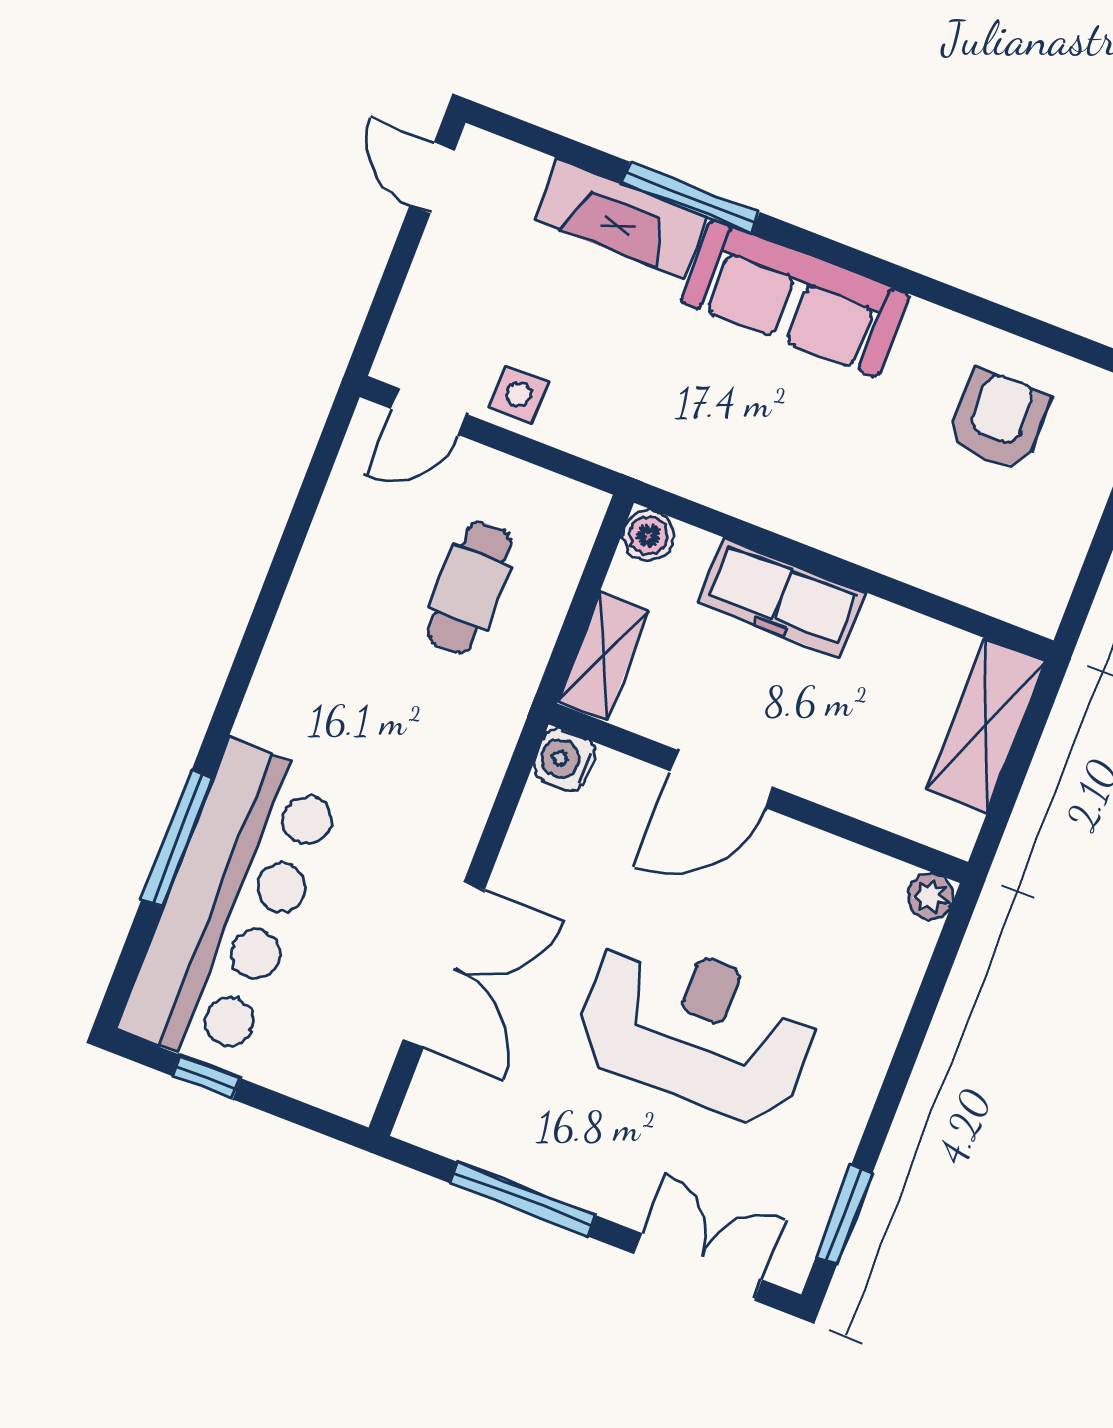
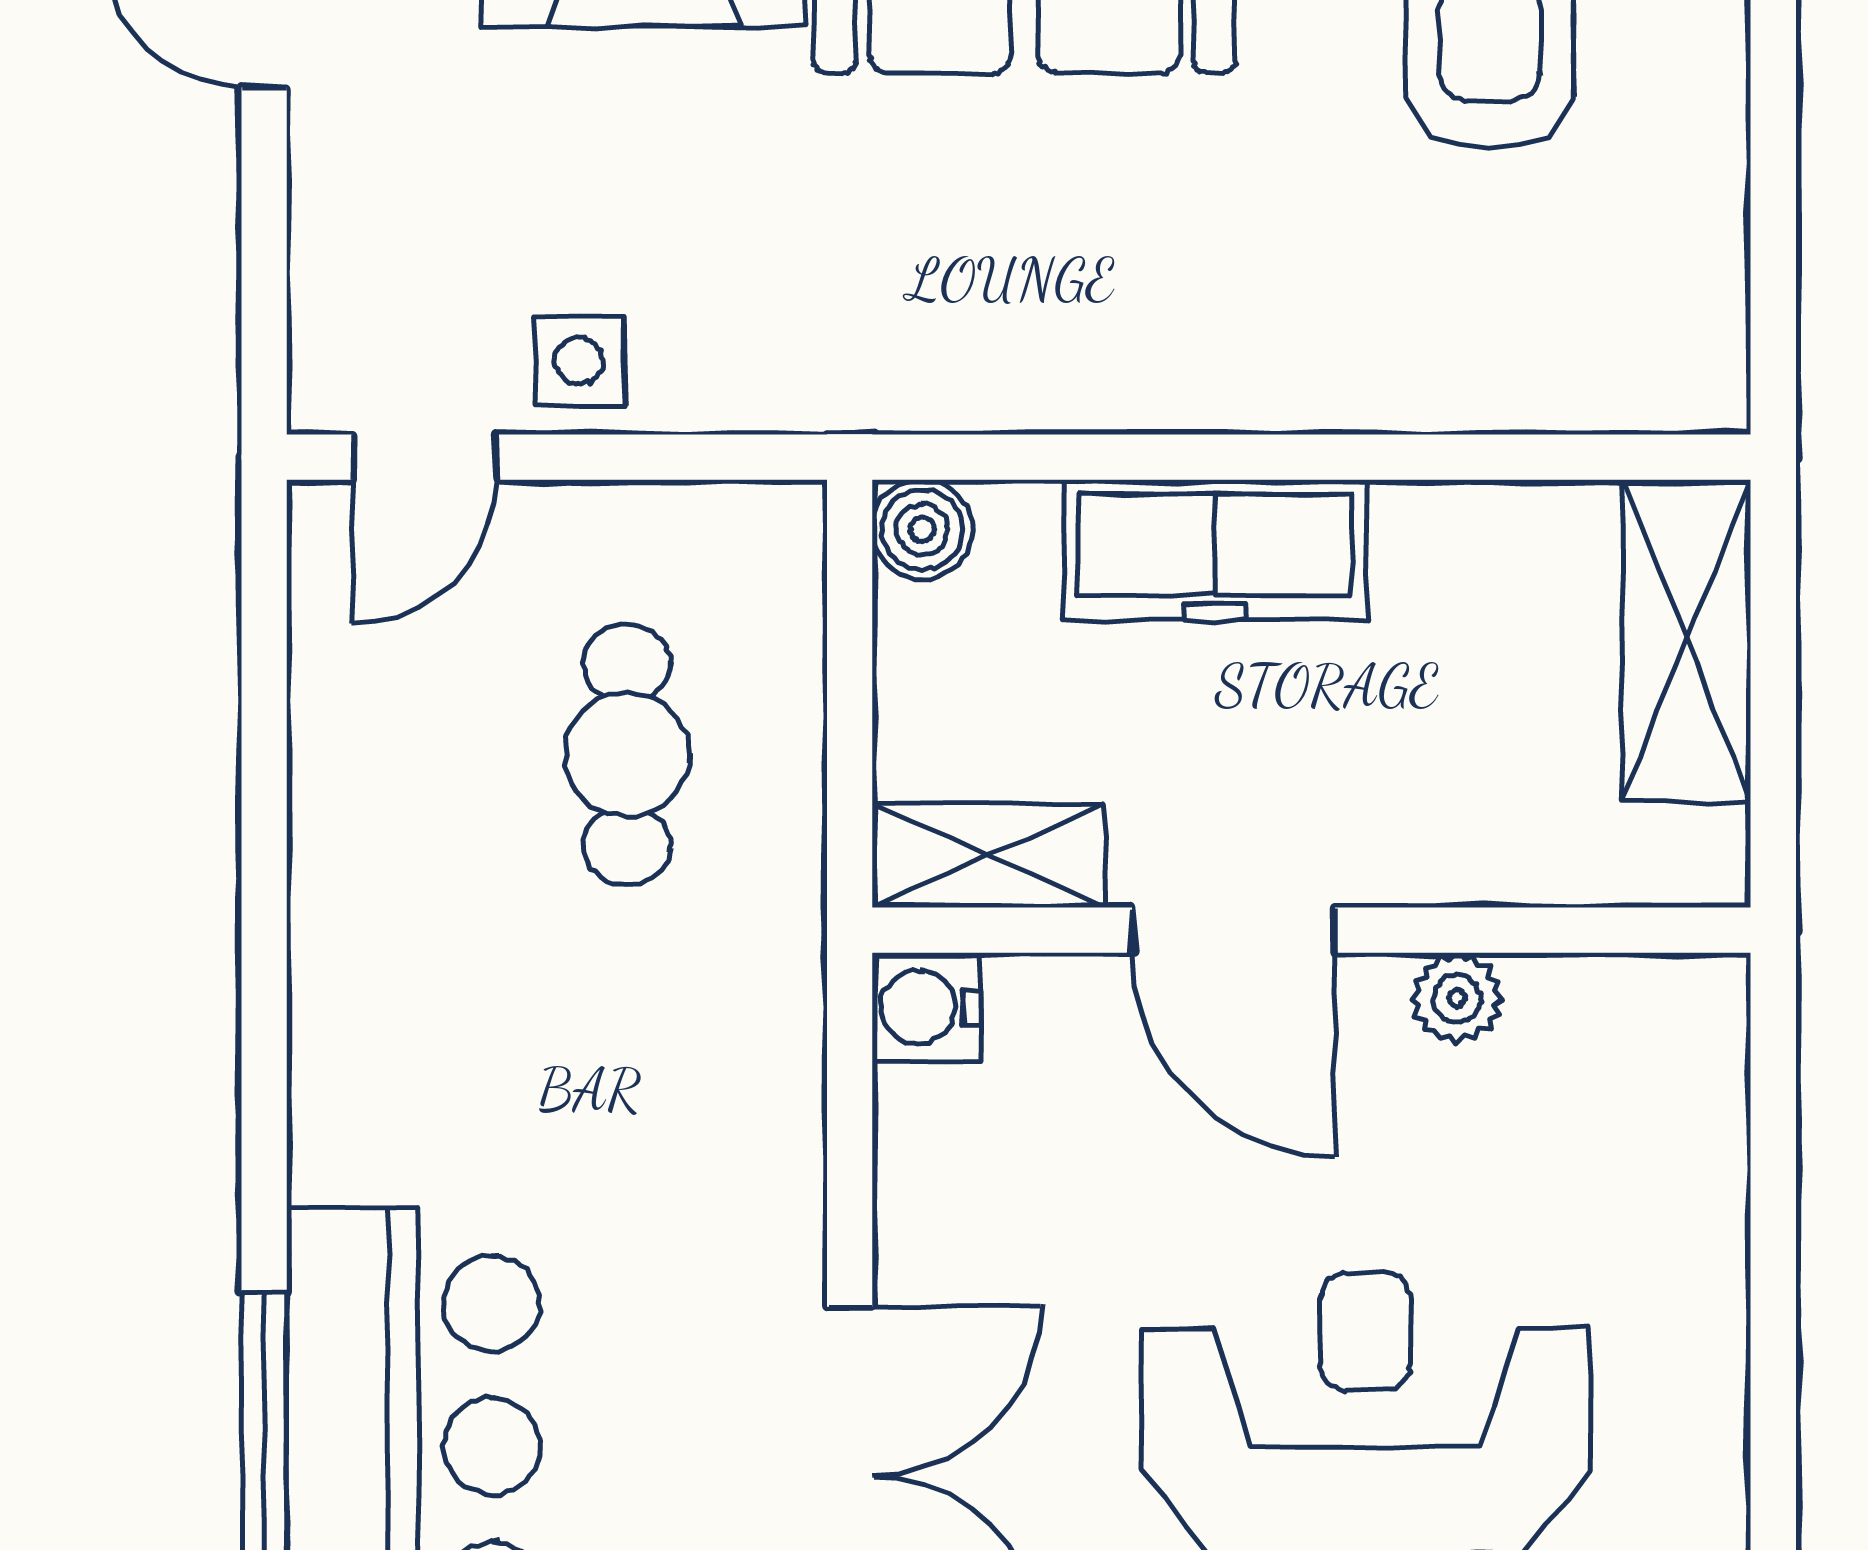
shelving: (603, 656) -> (989, 855), moved, turned 90
door: (722, 779) -> (1234, 930), hinge flipped
plant: (930, 896) -> (1457, 998), moved

